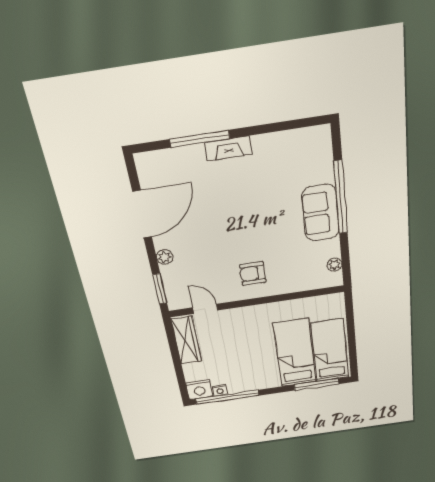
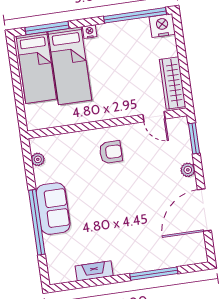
fireplace: (228, 148) -> (94, 271), moved
nightstand: (220, 390) -> (90, 32), moved

